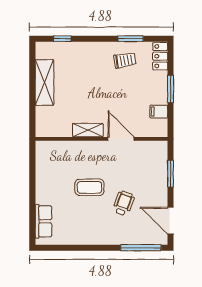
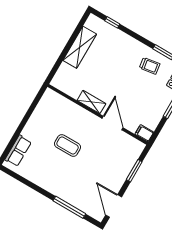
filing cabinet: (159, 112) -> (144, 133), moved
wheelchair: (124, 203) -> (86, 172), removed
window: (141, 248) -> (69, 207), moved

